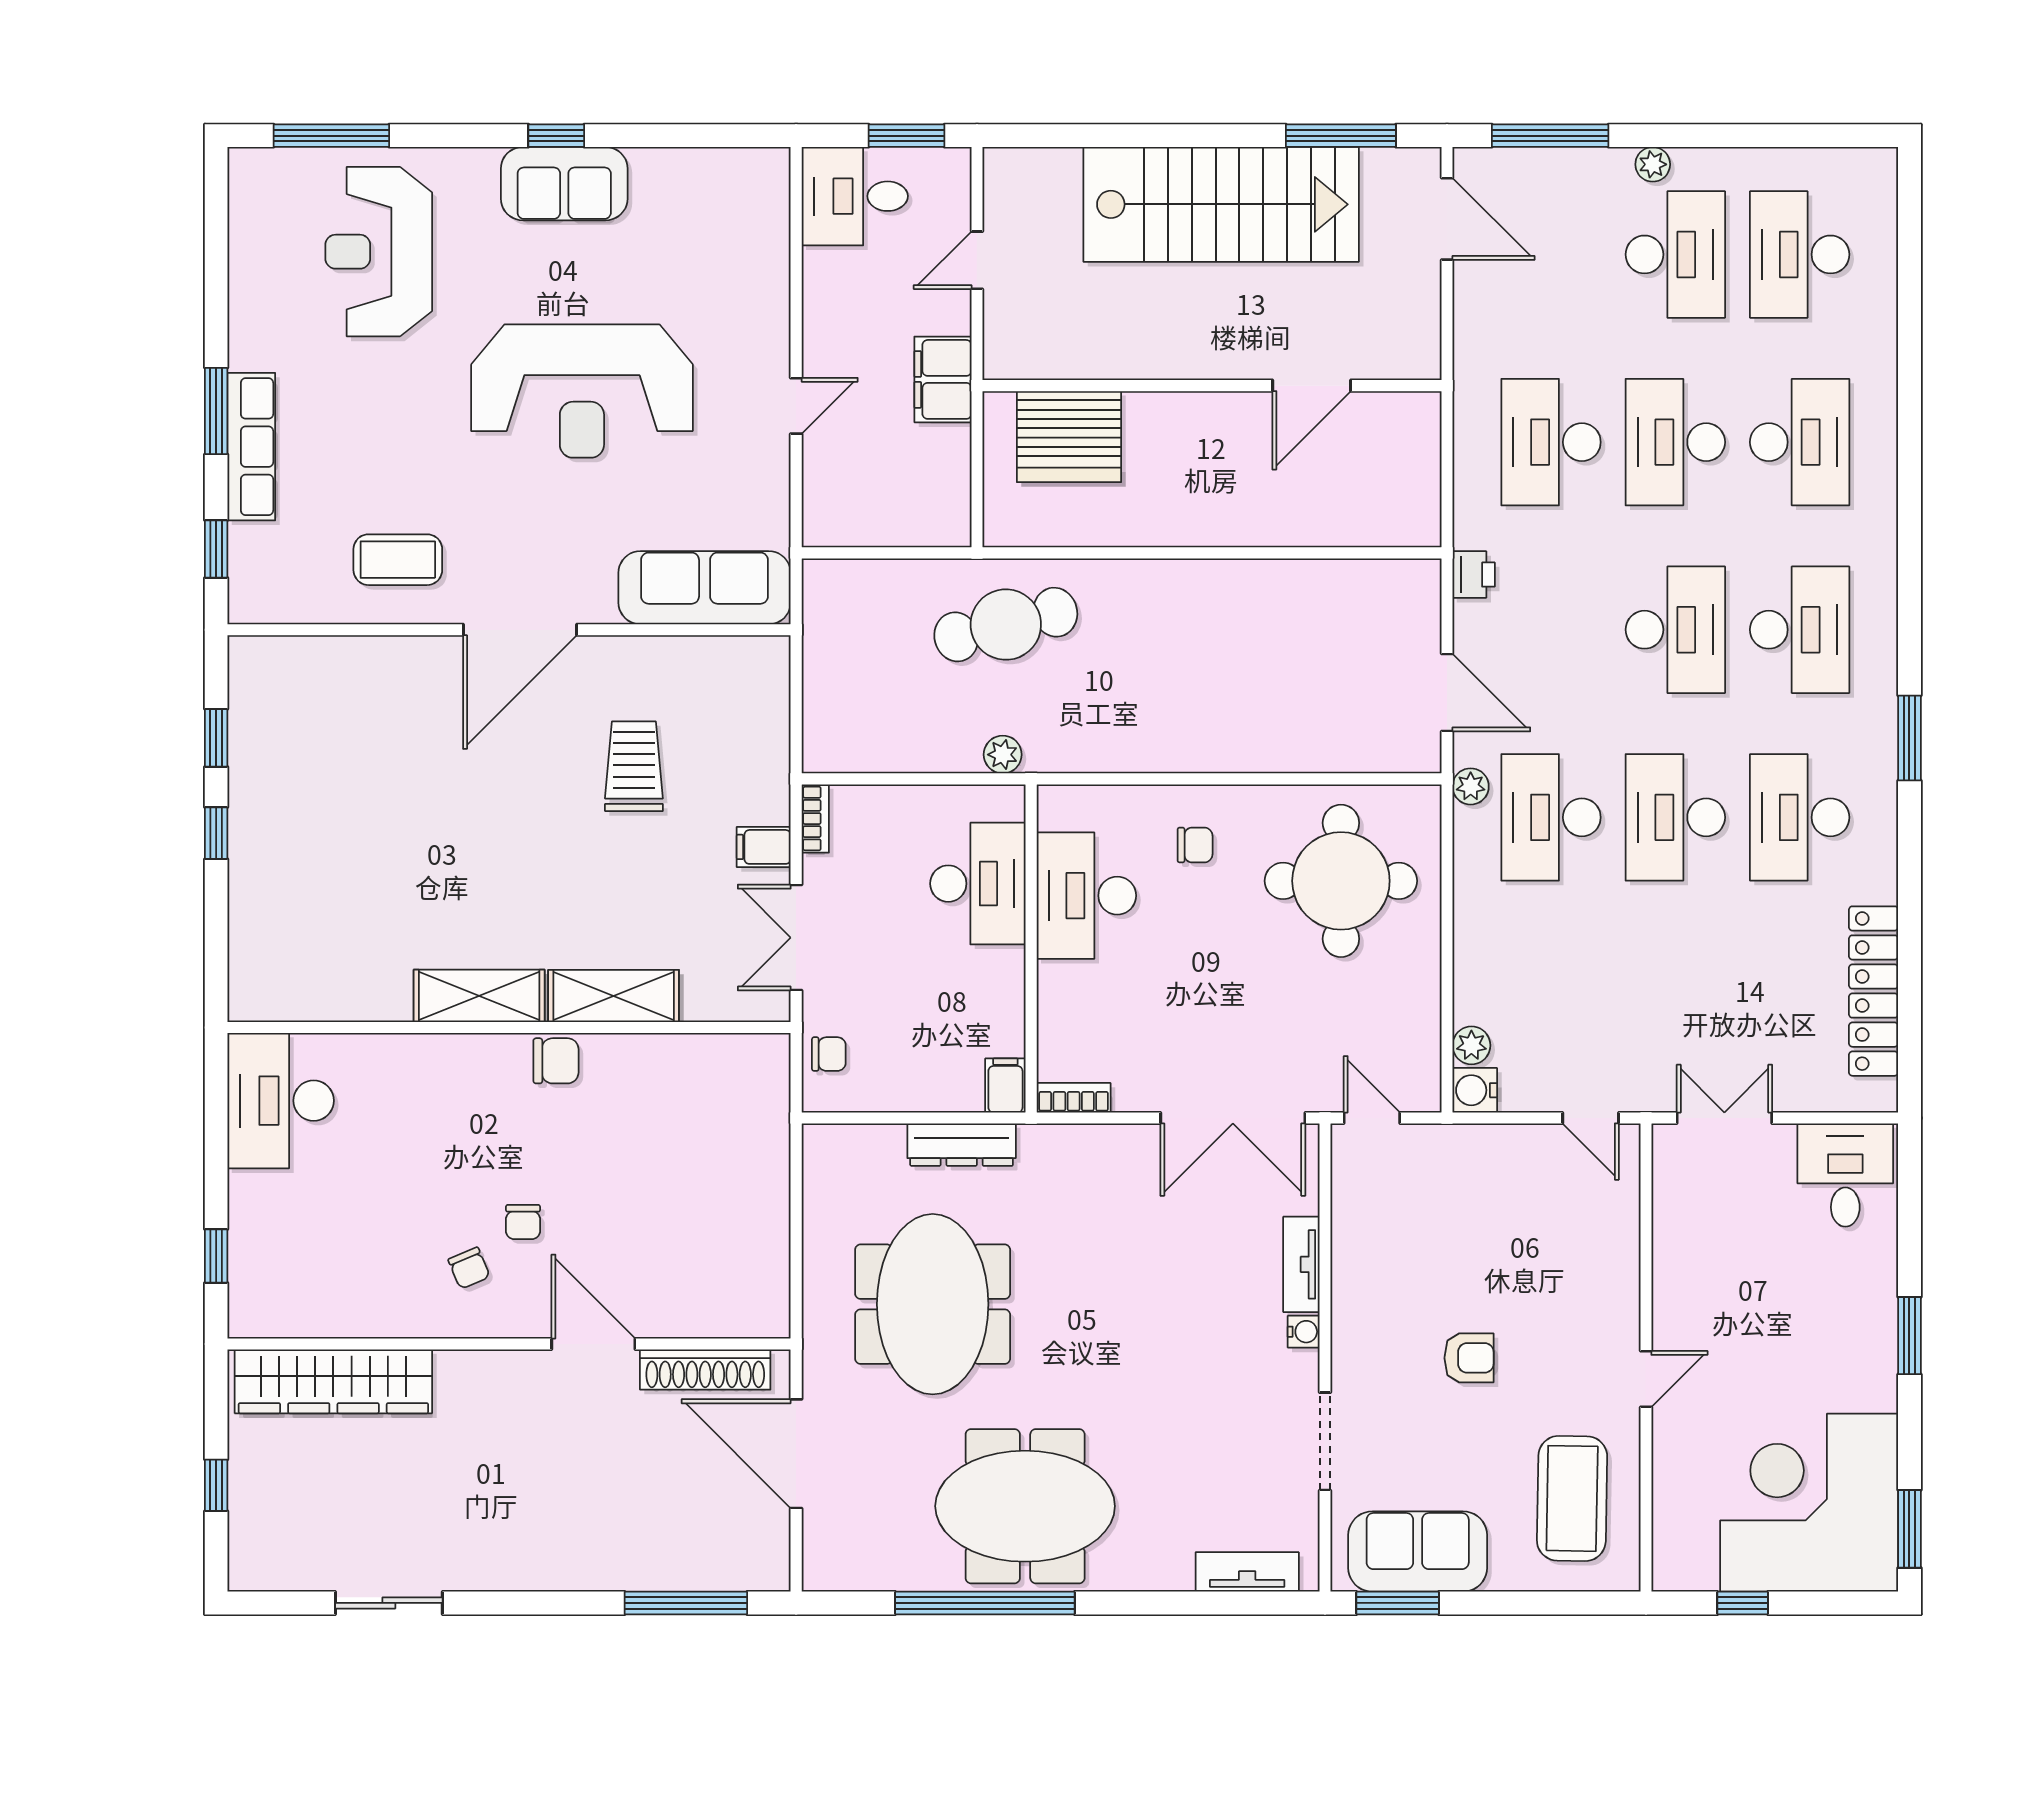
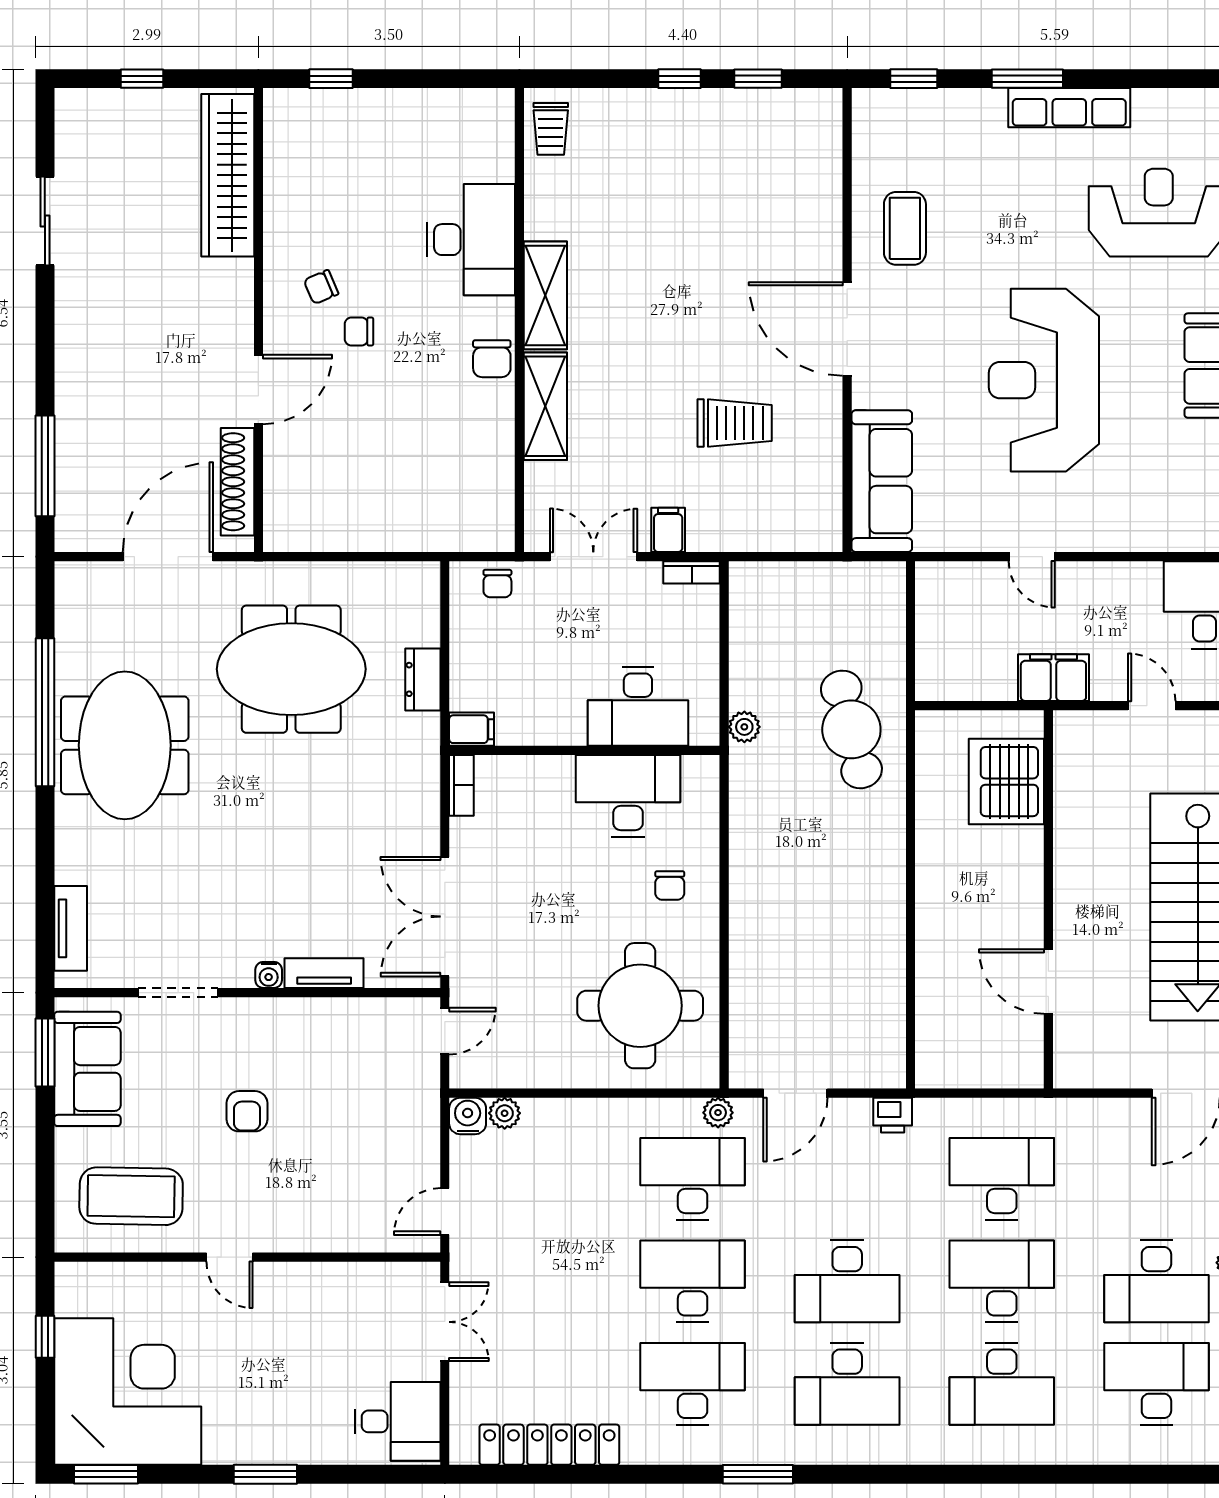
row of seats: (251, 447) -> (1069, 108), moved
trolley: (277, 989) -> (551, 129), added
desk: (281, 1101) -> (471, 240), moved, turned 90
dresser: (962, 1145) -> (423, 679), width x0.70

